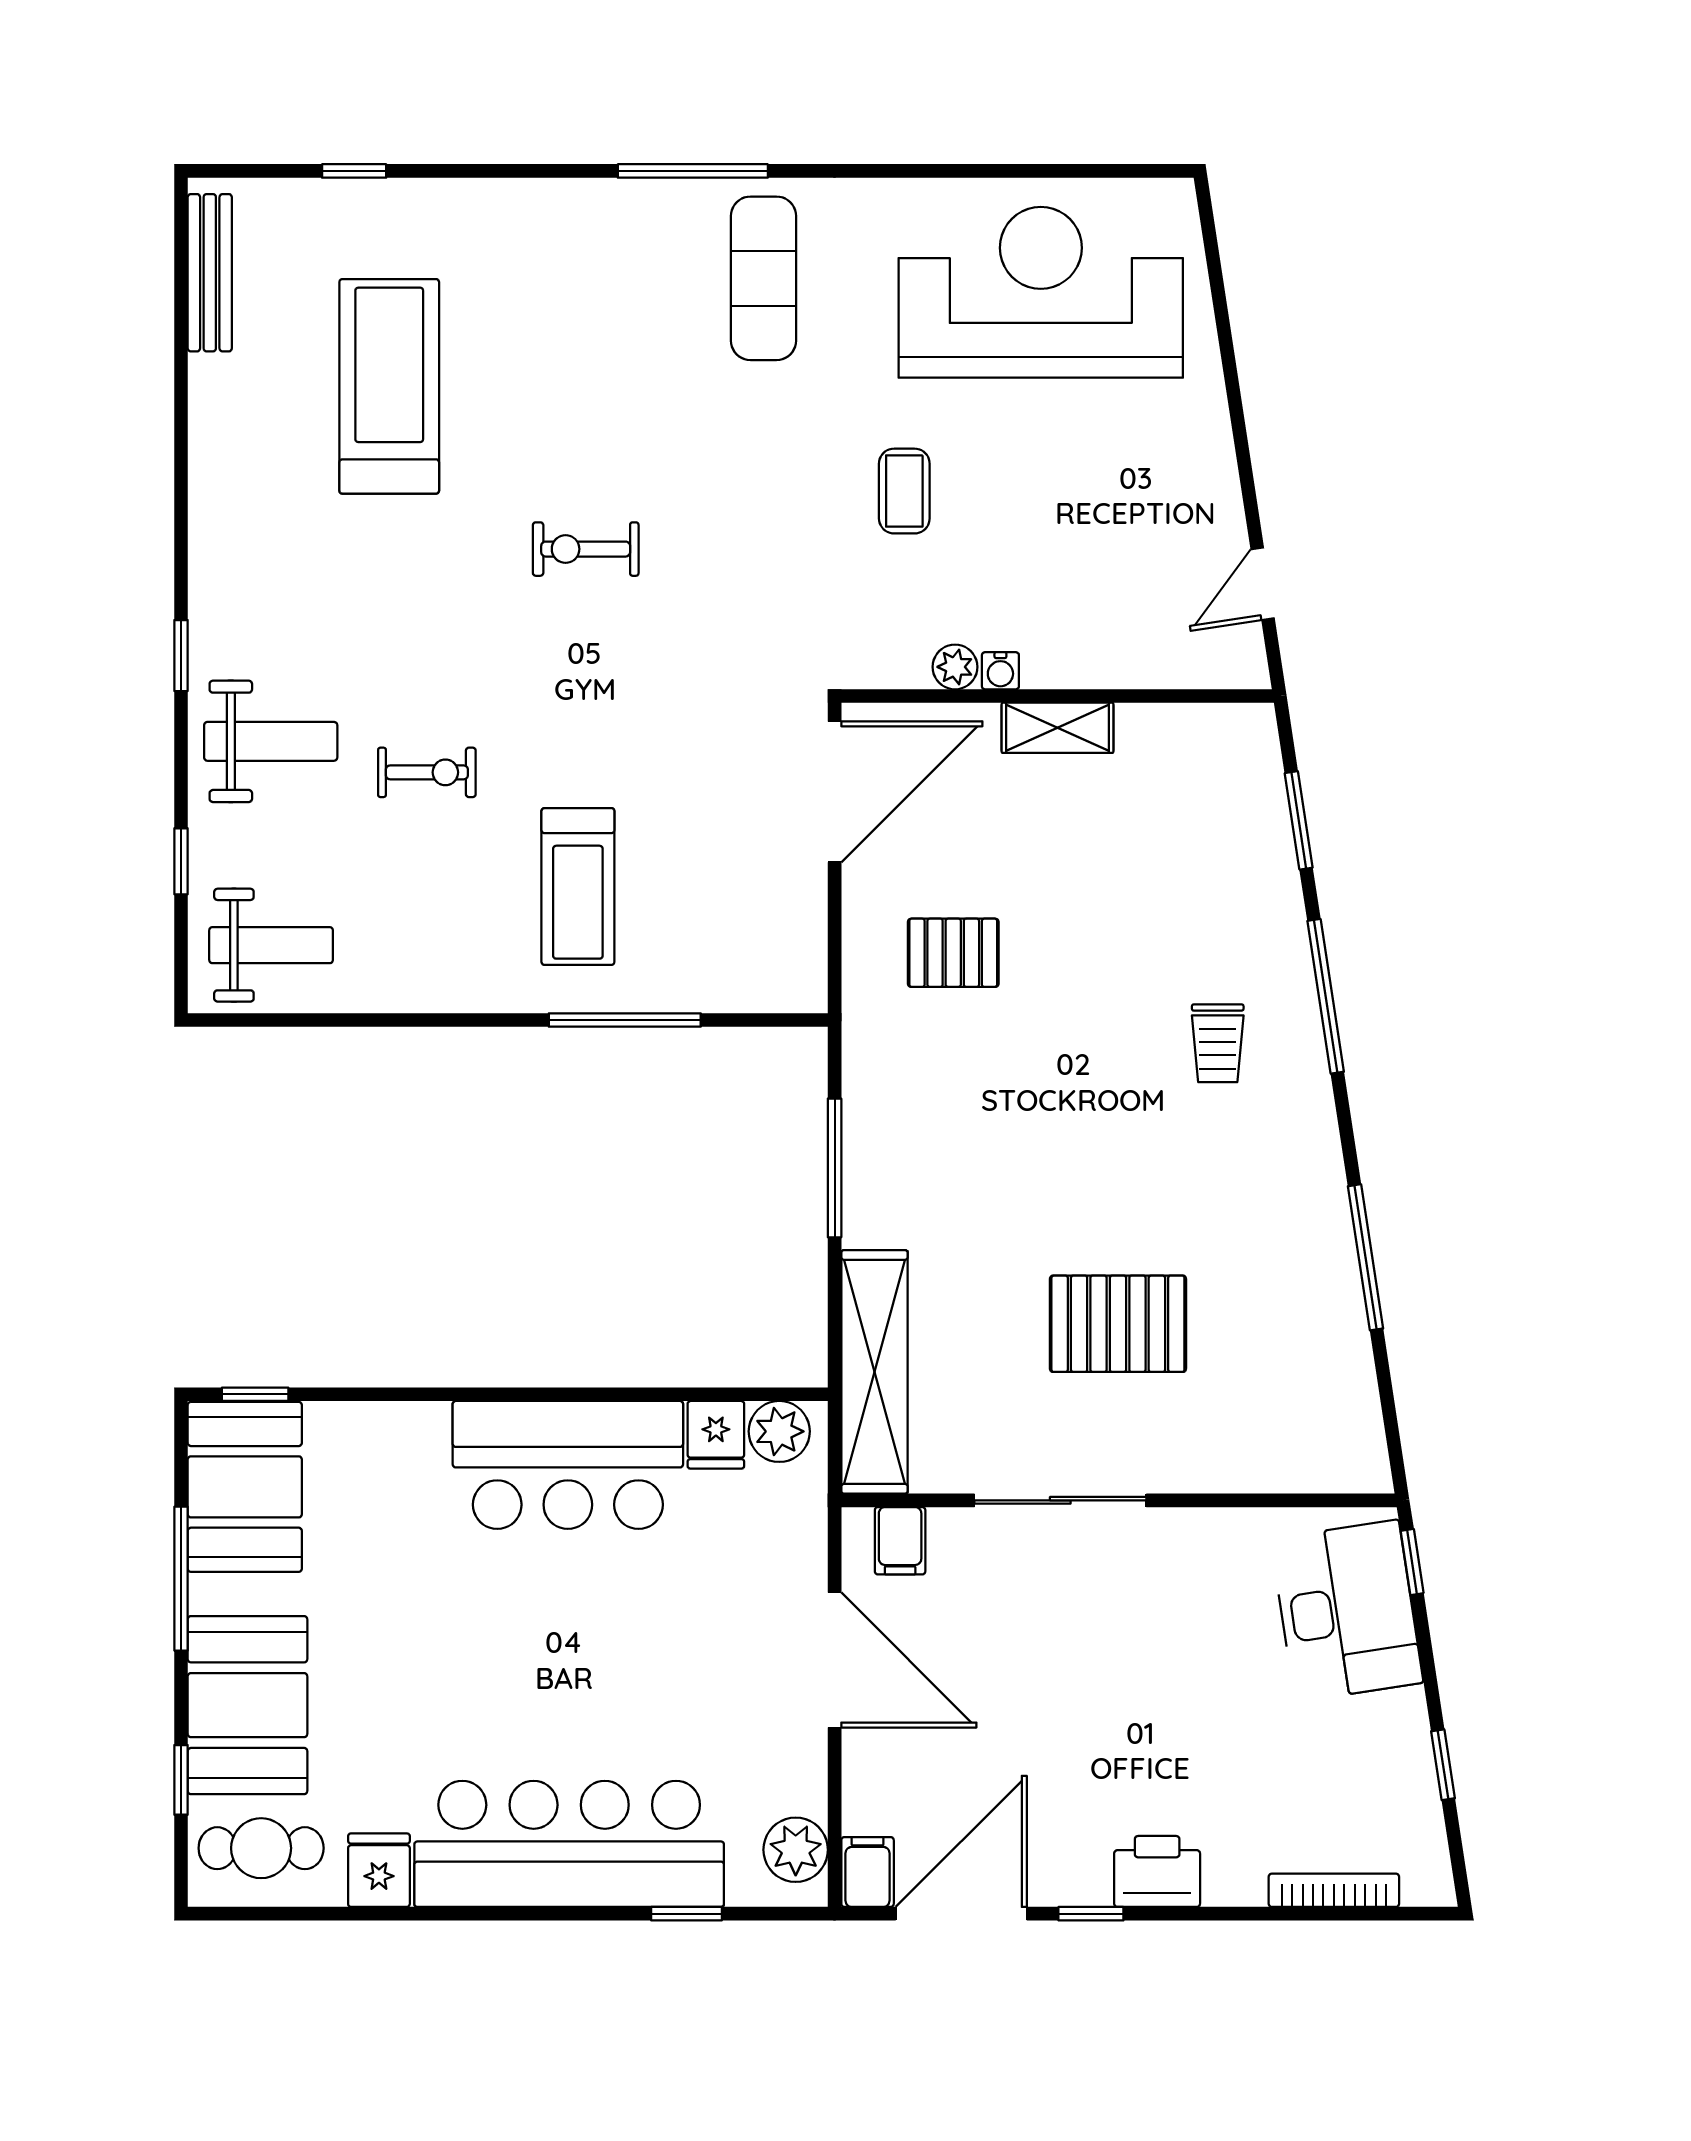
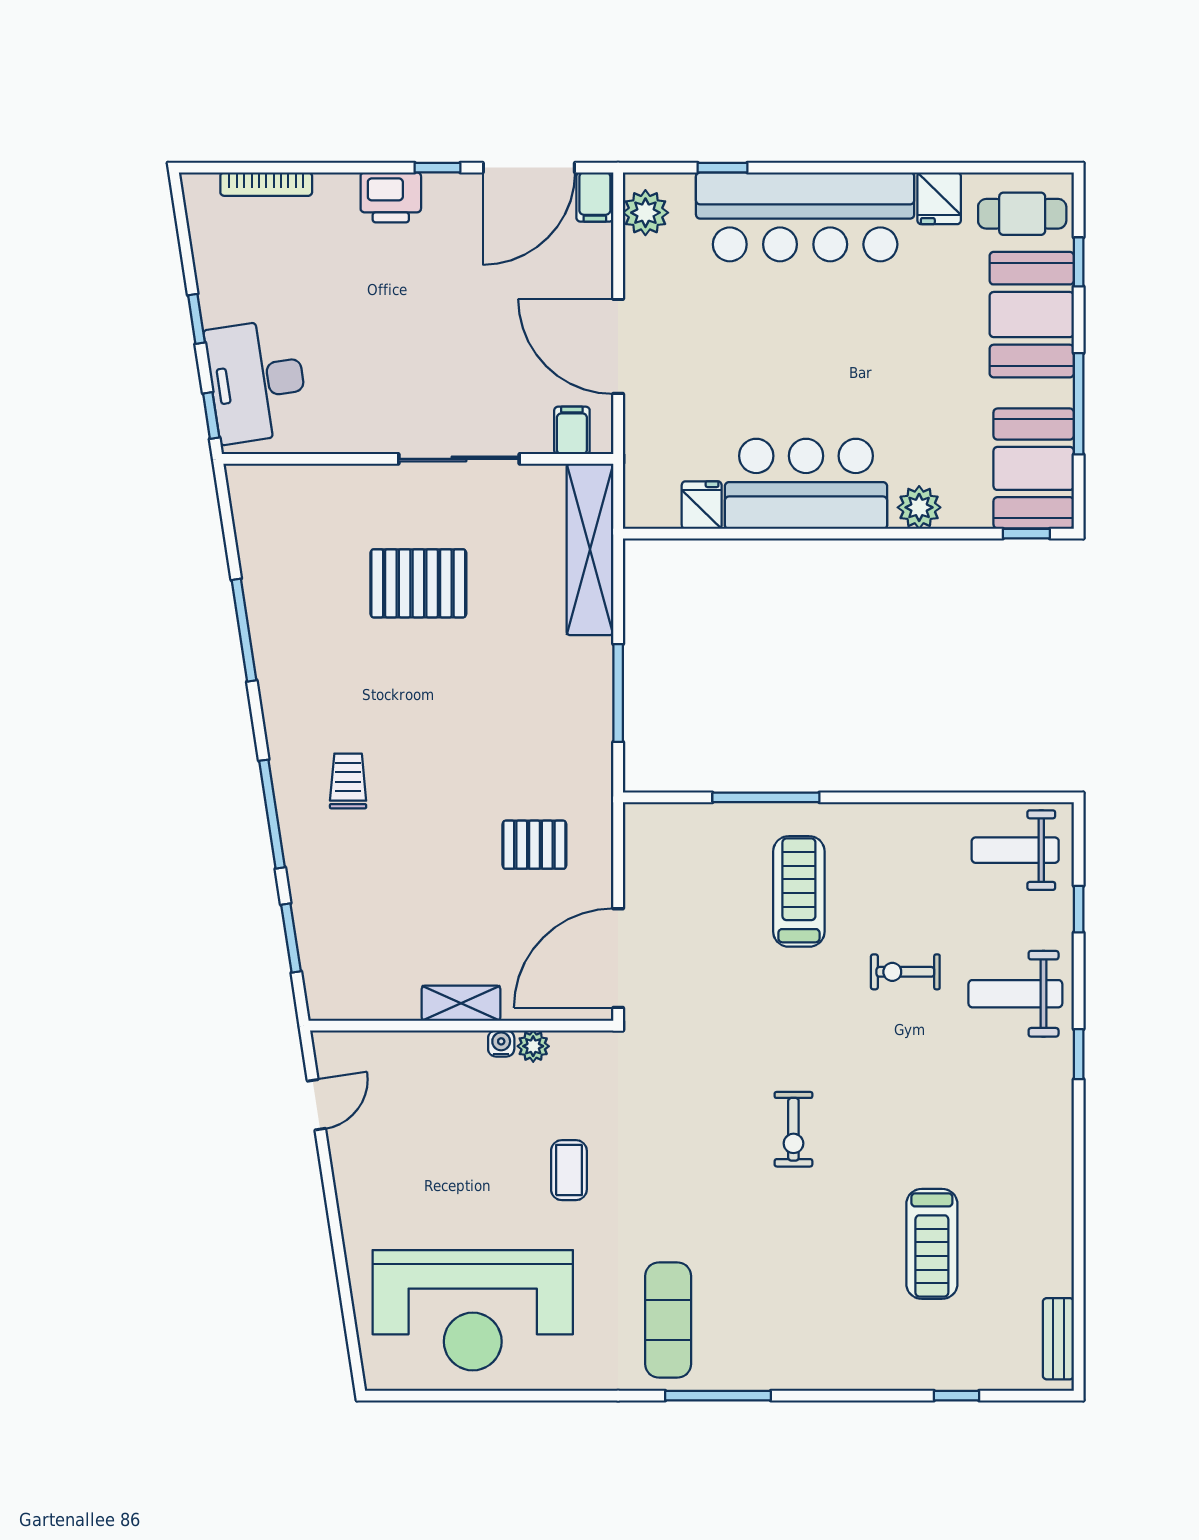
bench: (210, 273) -> (1058, 1339), width x0.73
treadmill: (389, 386) -> (932, 1244), width x0.73, depth x0.73
exercise bike: (586, 549) -> (793, 1129), turned 90
plant: (779, 1431) -> (919, 507), moved
window: (1443, 1765) -> (196, 319), moved

